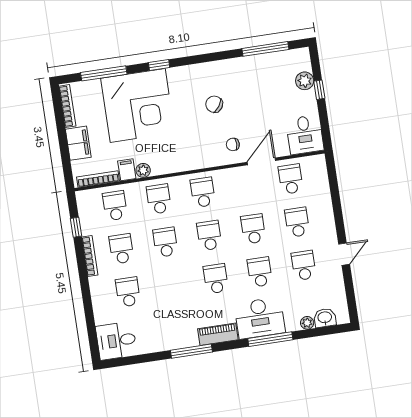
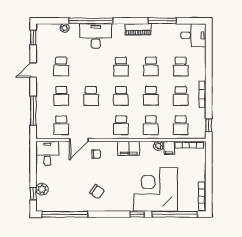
window: (265, 49) -> (65, 214), width x1.46
window: (104, 73) -> (175, 214), width x1.46
window: (319, 90) -> (33, 194), moved
chair: (214, 104) -> (97, 192), moved
filing cabinet: (78, 143) -> (129, 148), moved, turned -90
window: (335, 194) -> (33, 111), added
window: (76, 227) -> (209, 125), moved
school desk: (260, 272) -> (151, 67), moved
window: (351, 302) -> (33, 37), added
washbasin: (325, 318) -> (52, 30), removed
piano: (218, 334) -> (138, 29), moved
window: (270, 339) -> (91, 21), width x1.46
window: (191, 351) -> (162, 21), moved

